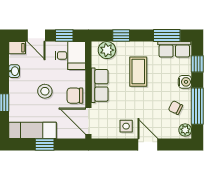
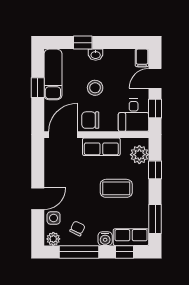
row of seats: (174, 49) -> (131, 237), moved, turned 90
washbasin: (14, 71) -> (96, 55), moved
chair: (75, 96) -> (90, 120), turned -90
side table: (126, 126) -> (54, 218), moved

